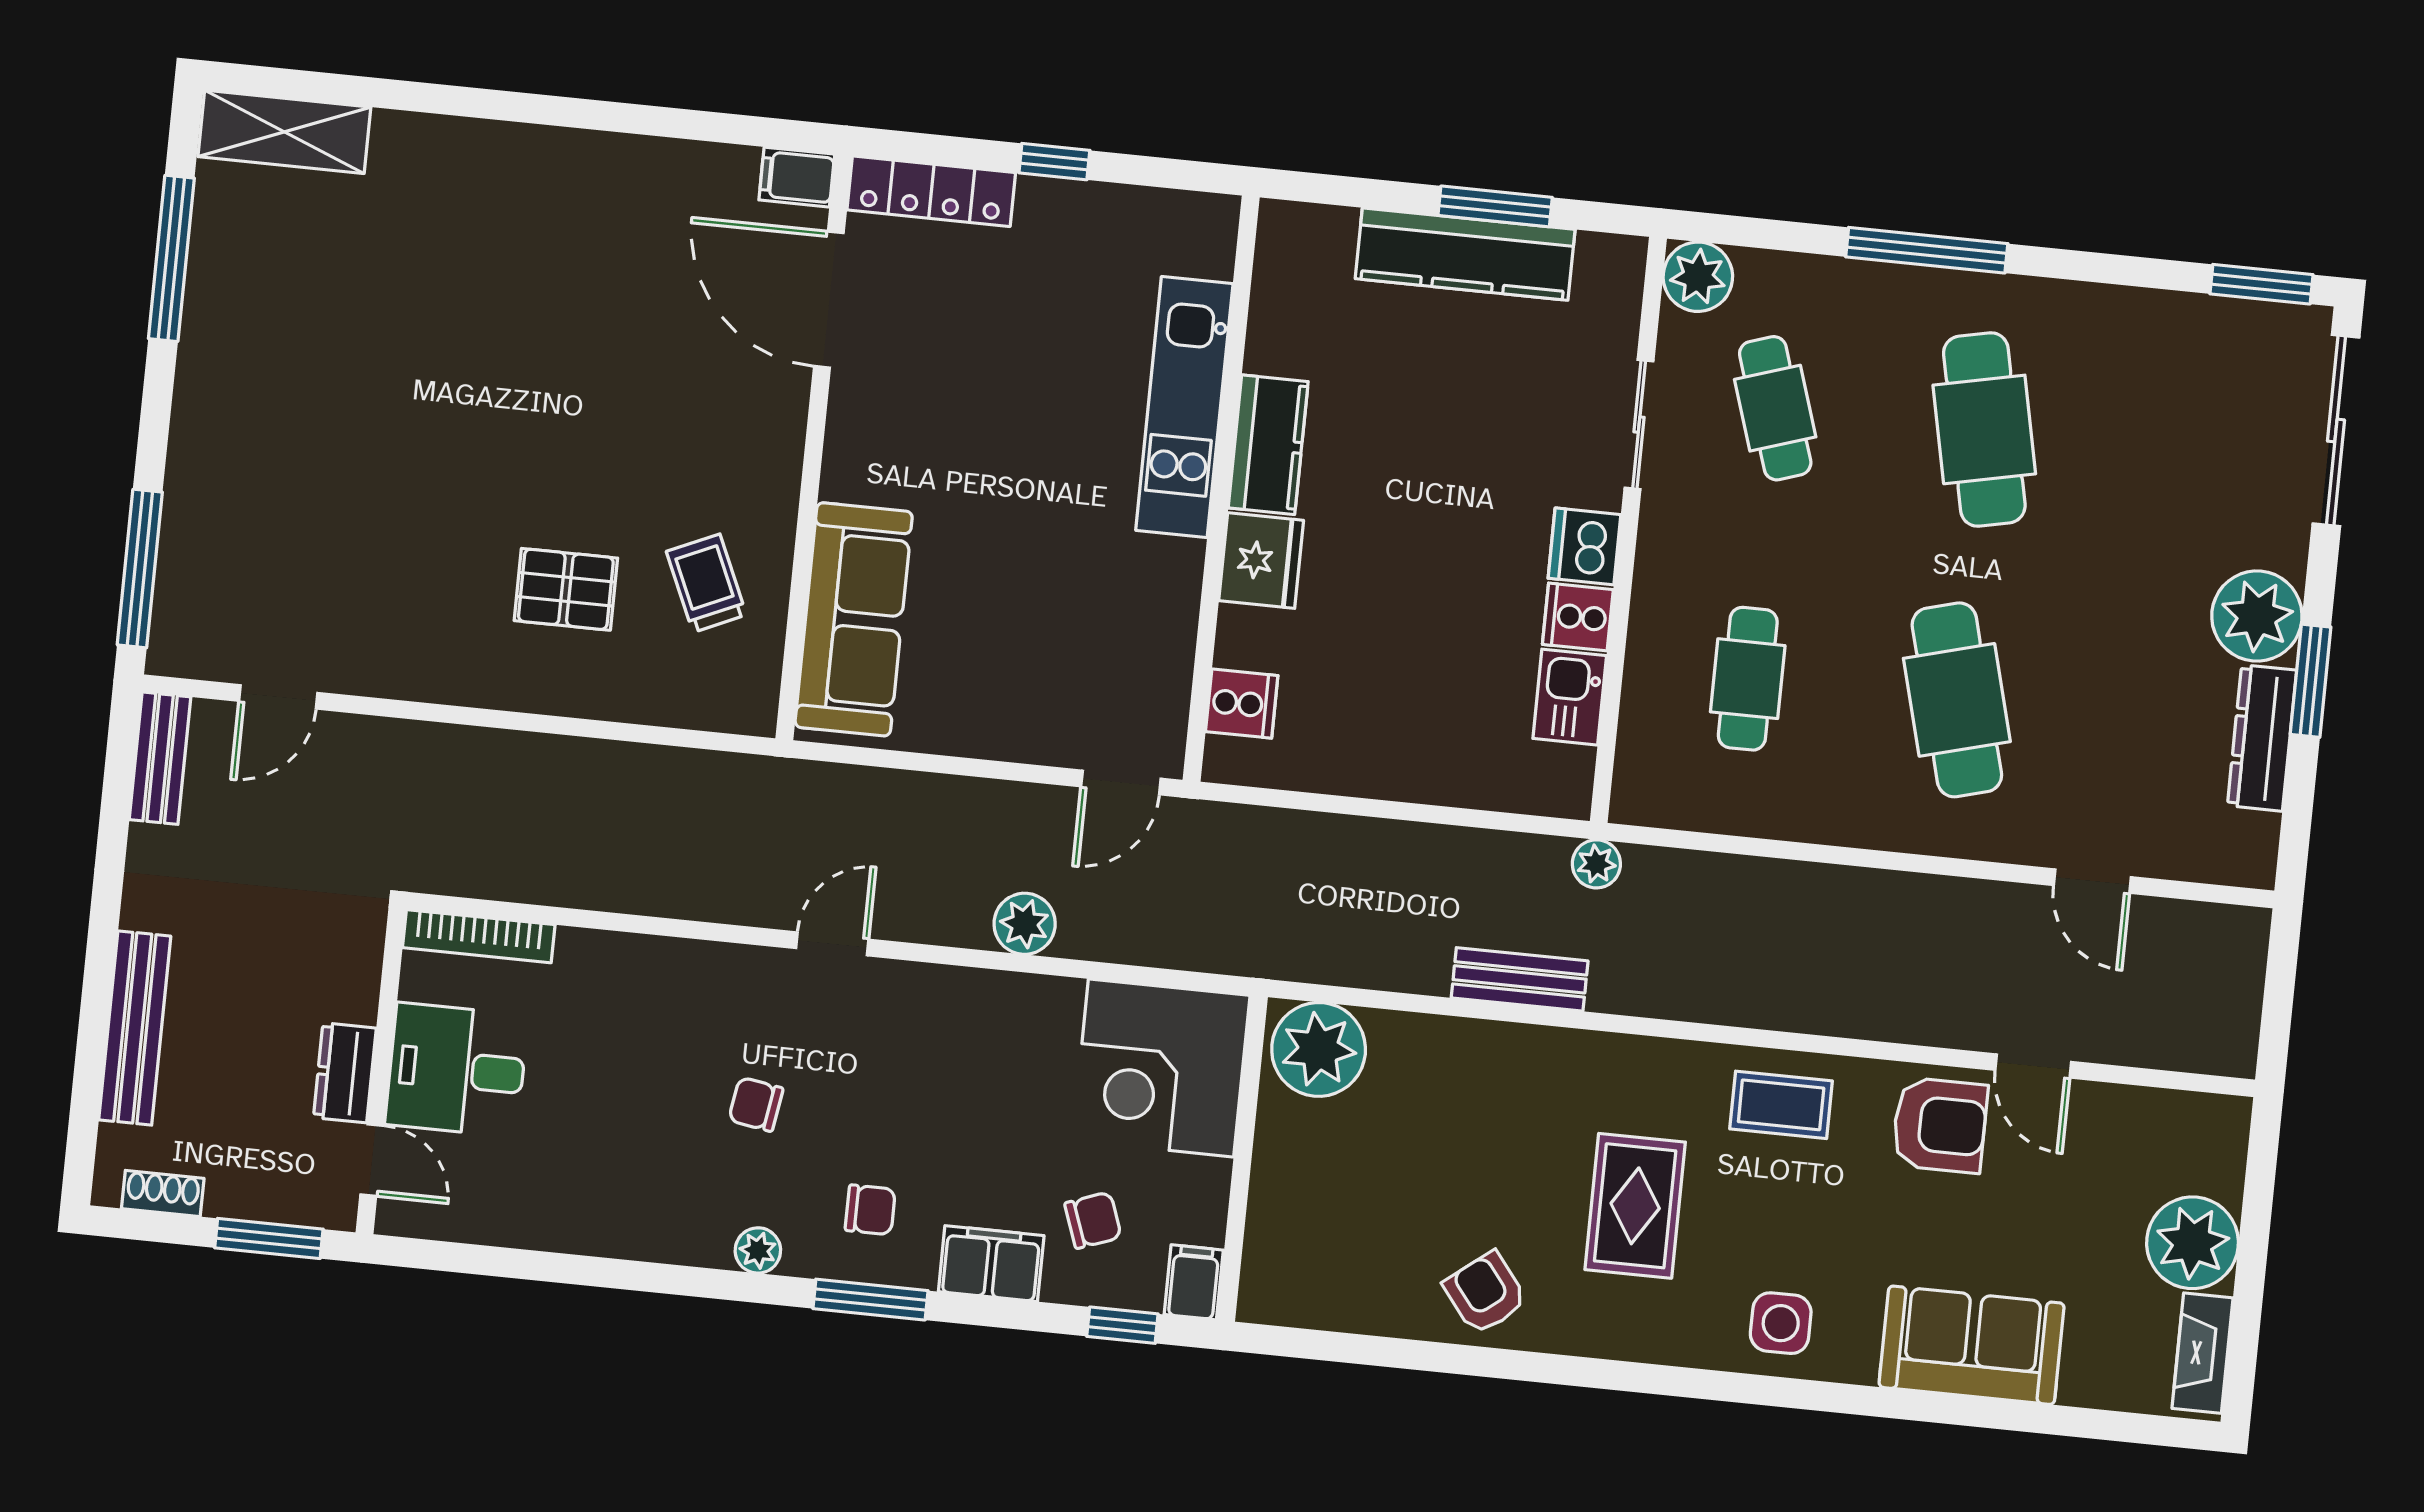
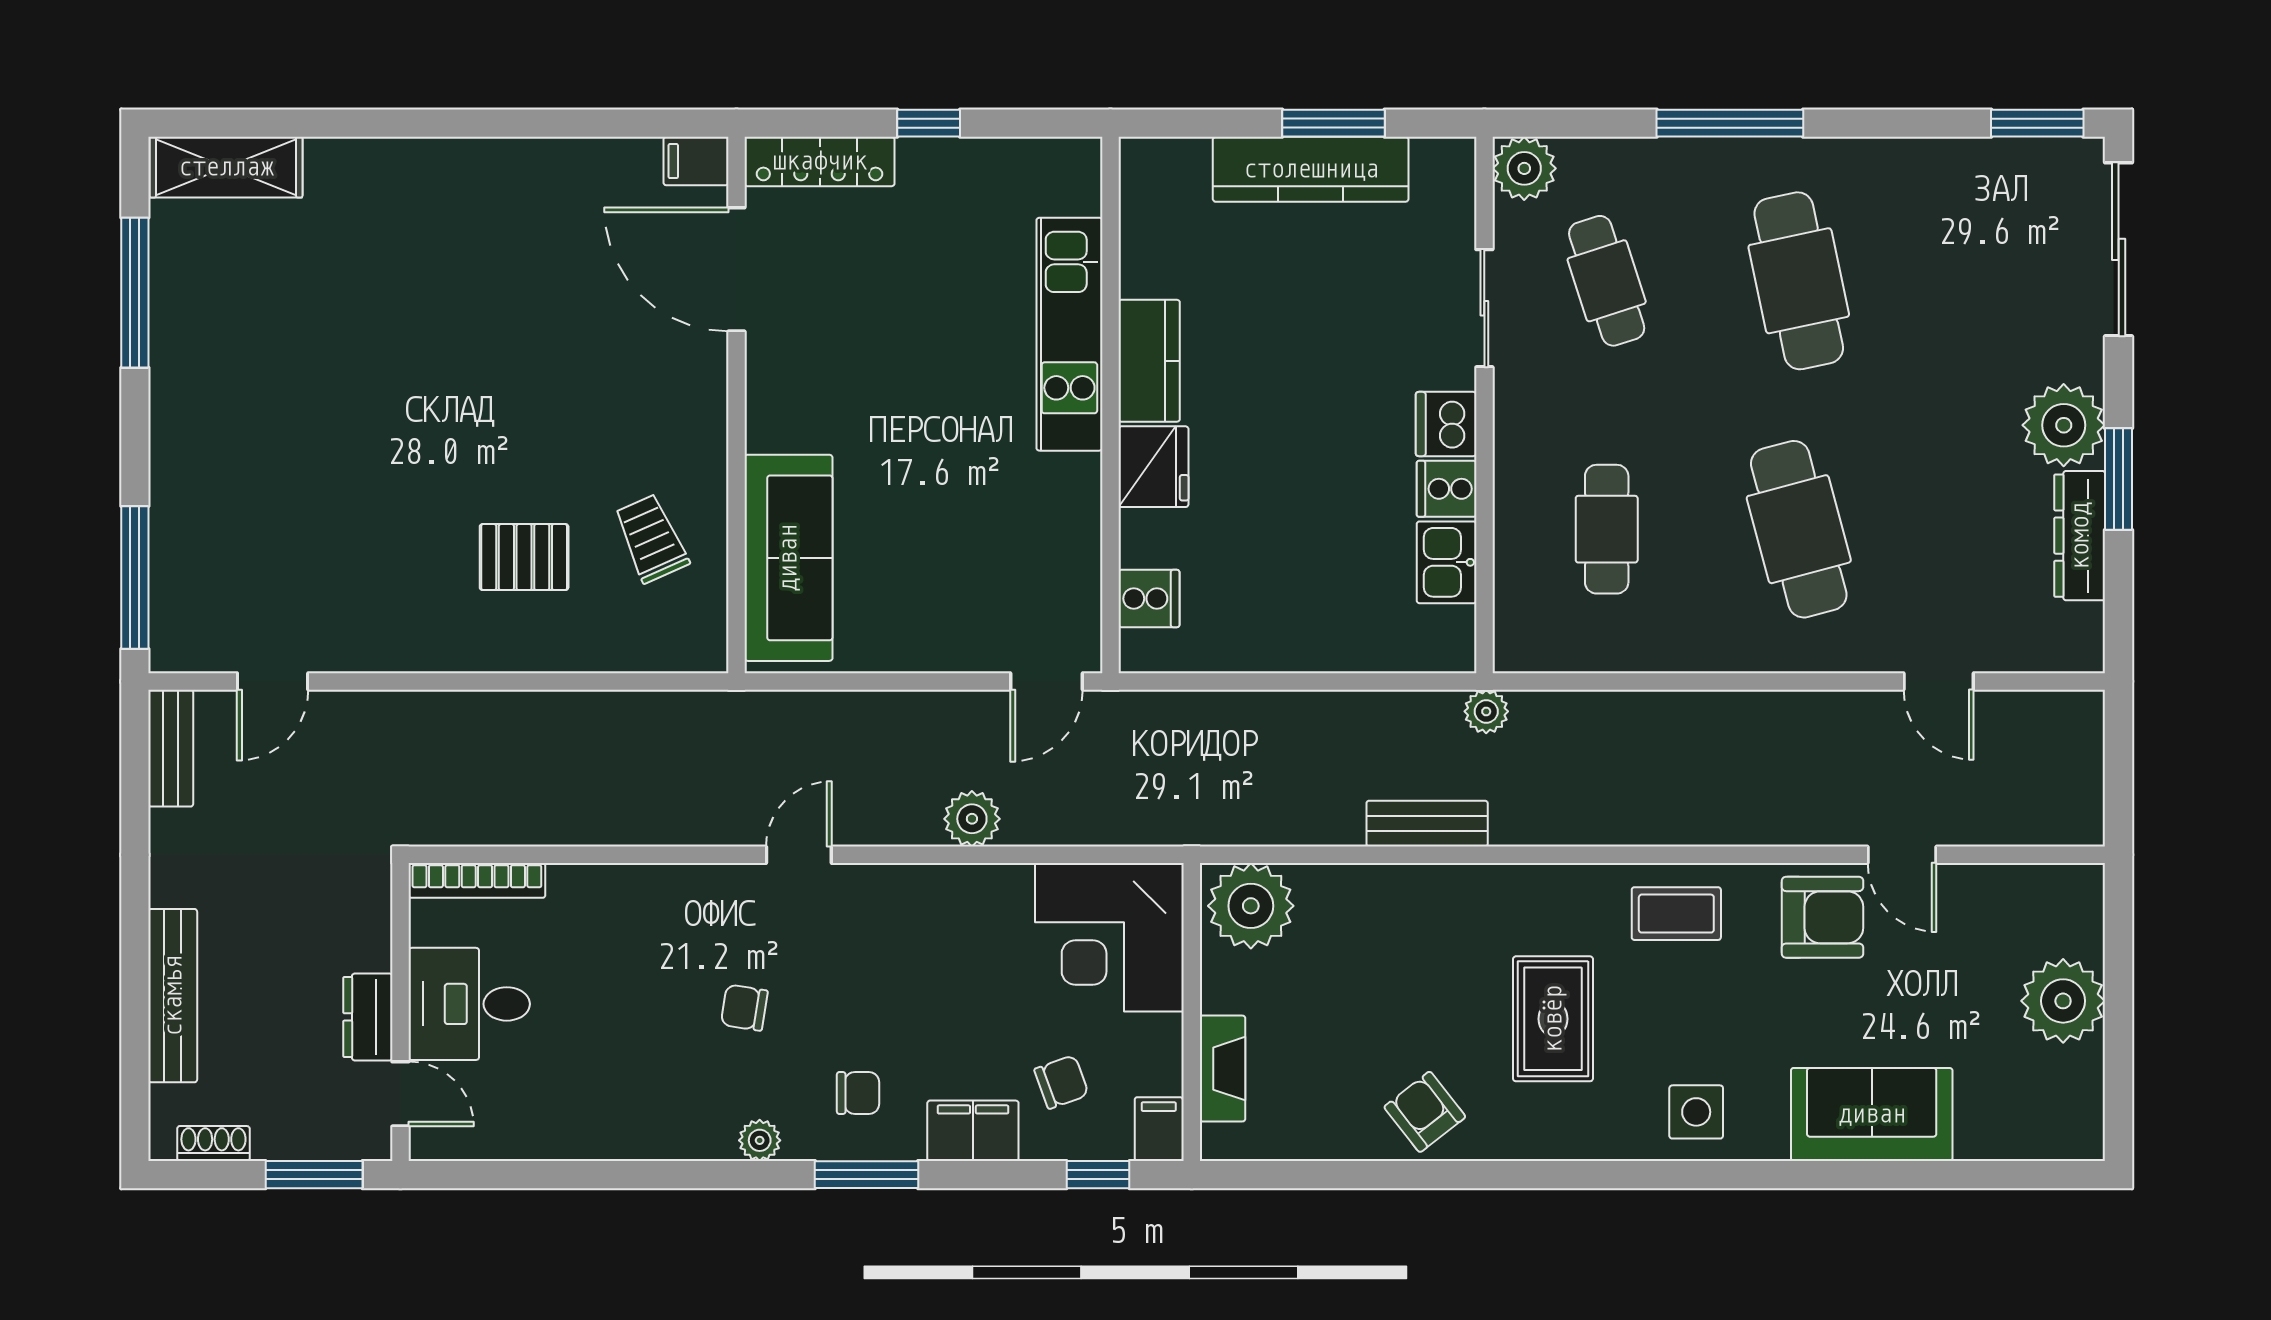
fireplace: (2202, 1353) -> (1223, 1069), moved, turned 180

